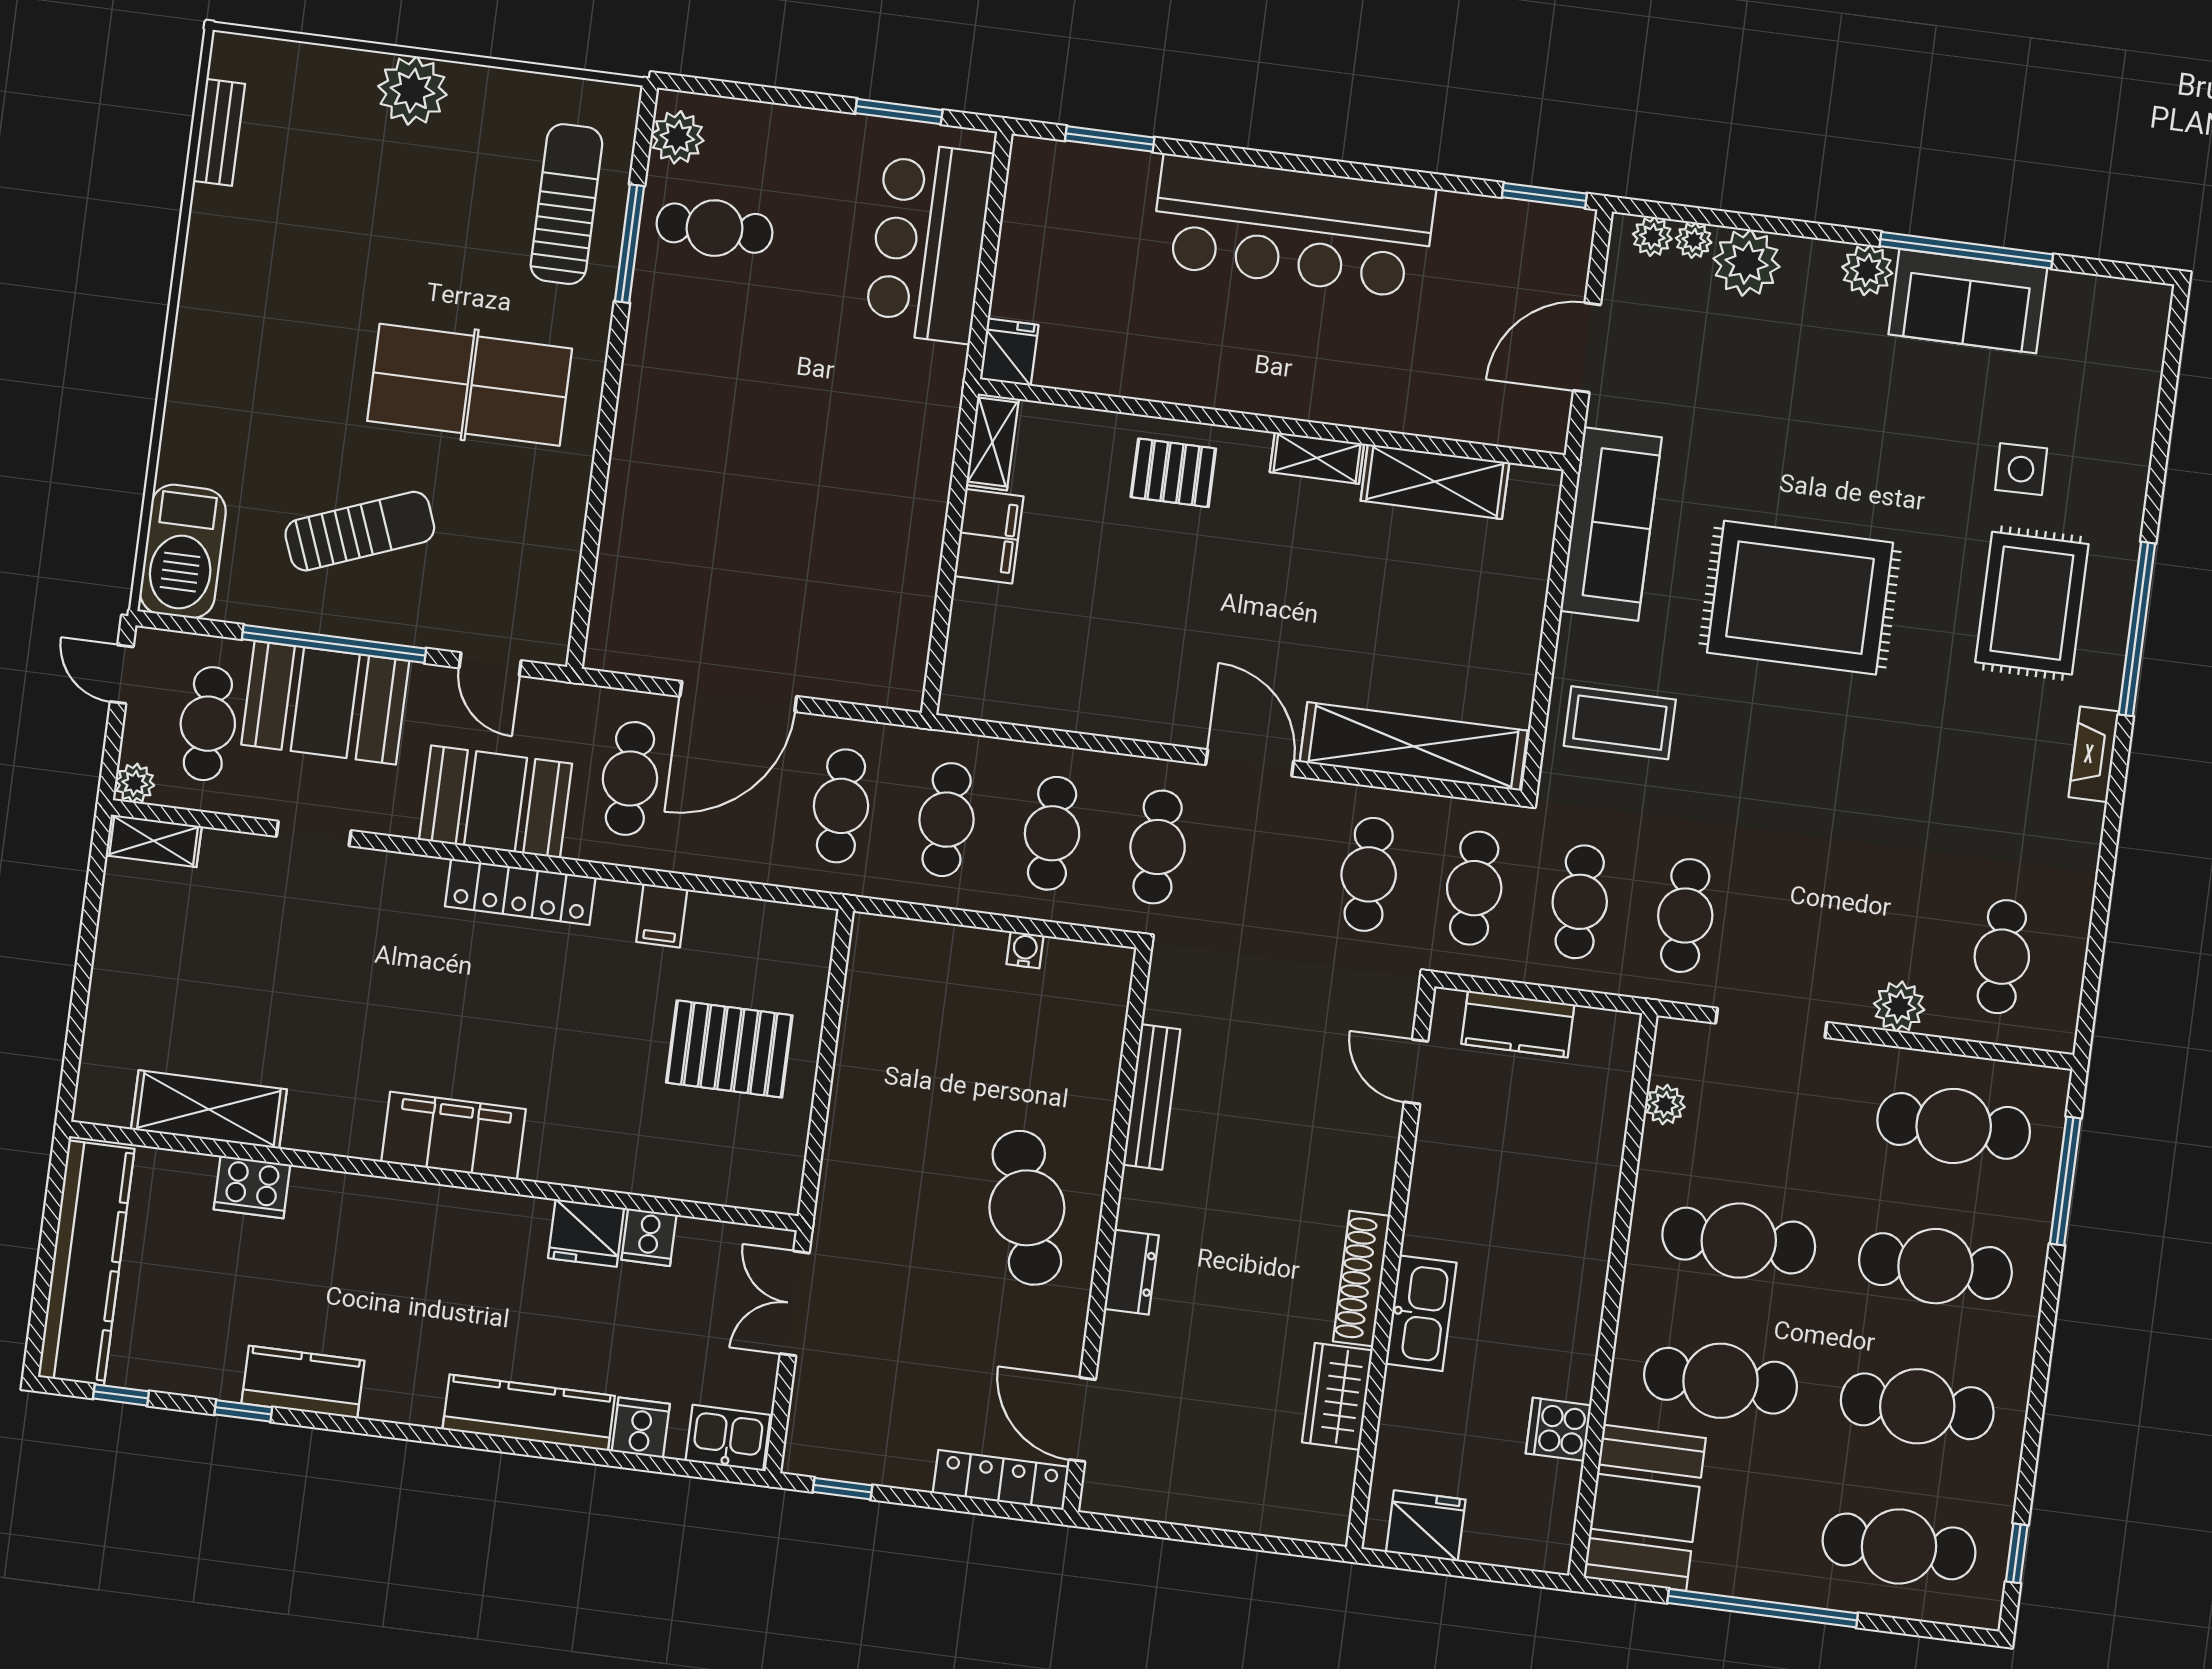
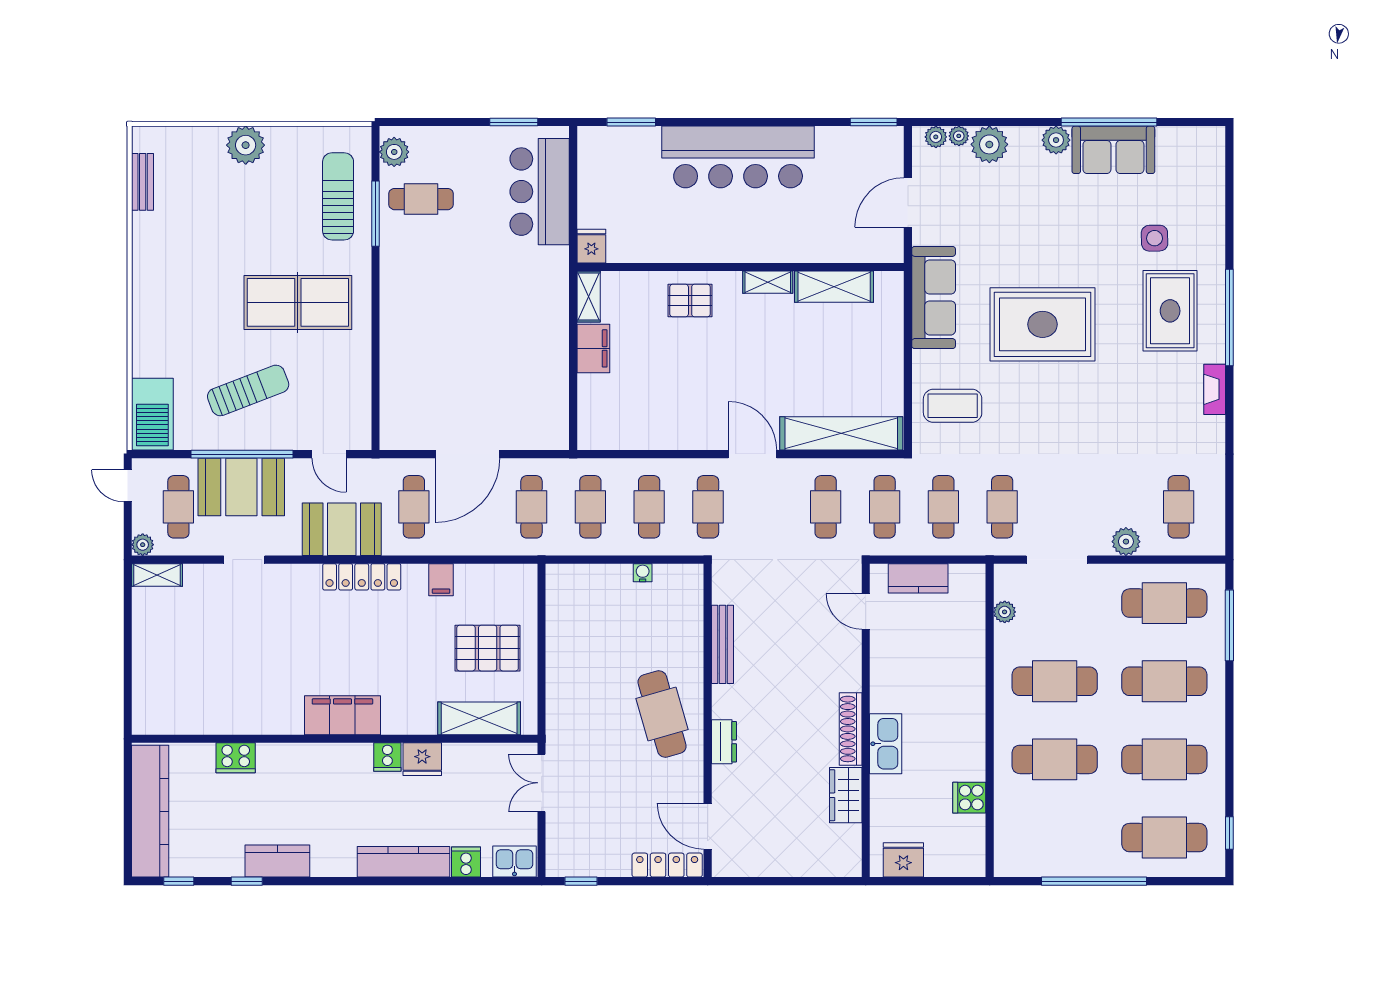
shelving: (209, 1109) -> (479, 718), moved
cooker: (649, 1237) -> (387, 757), moved
booth: (1645, 1508) -> (1022, 835), removed

